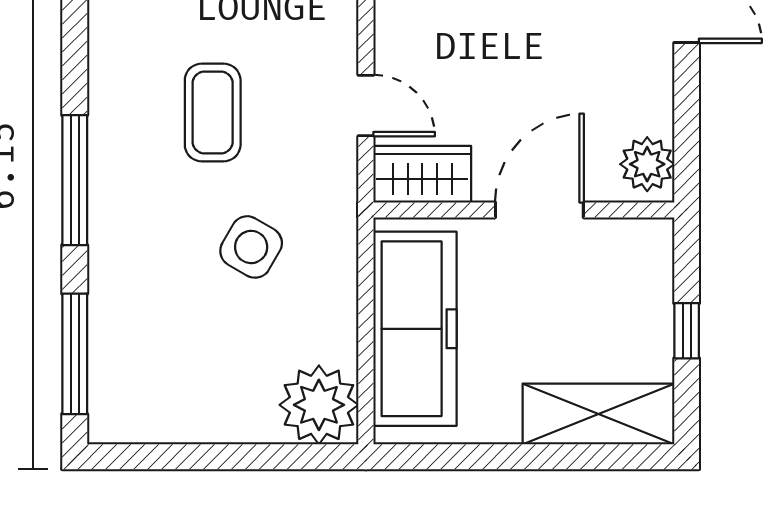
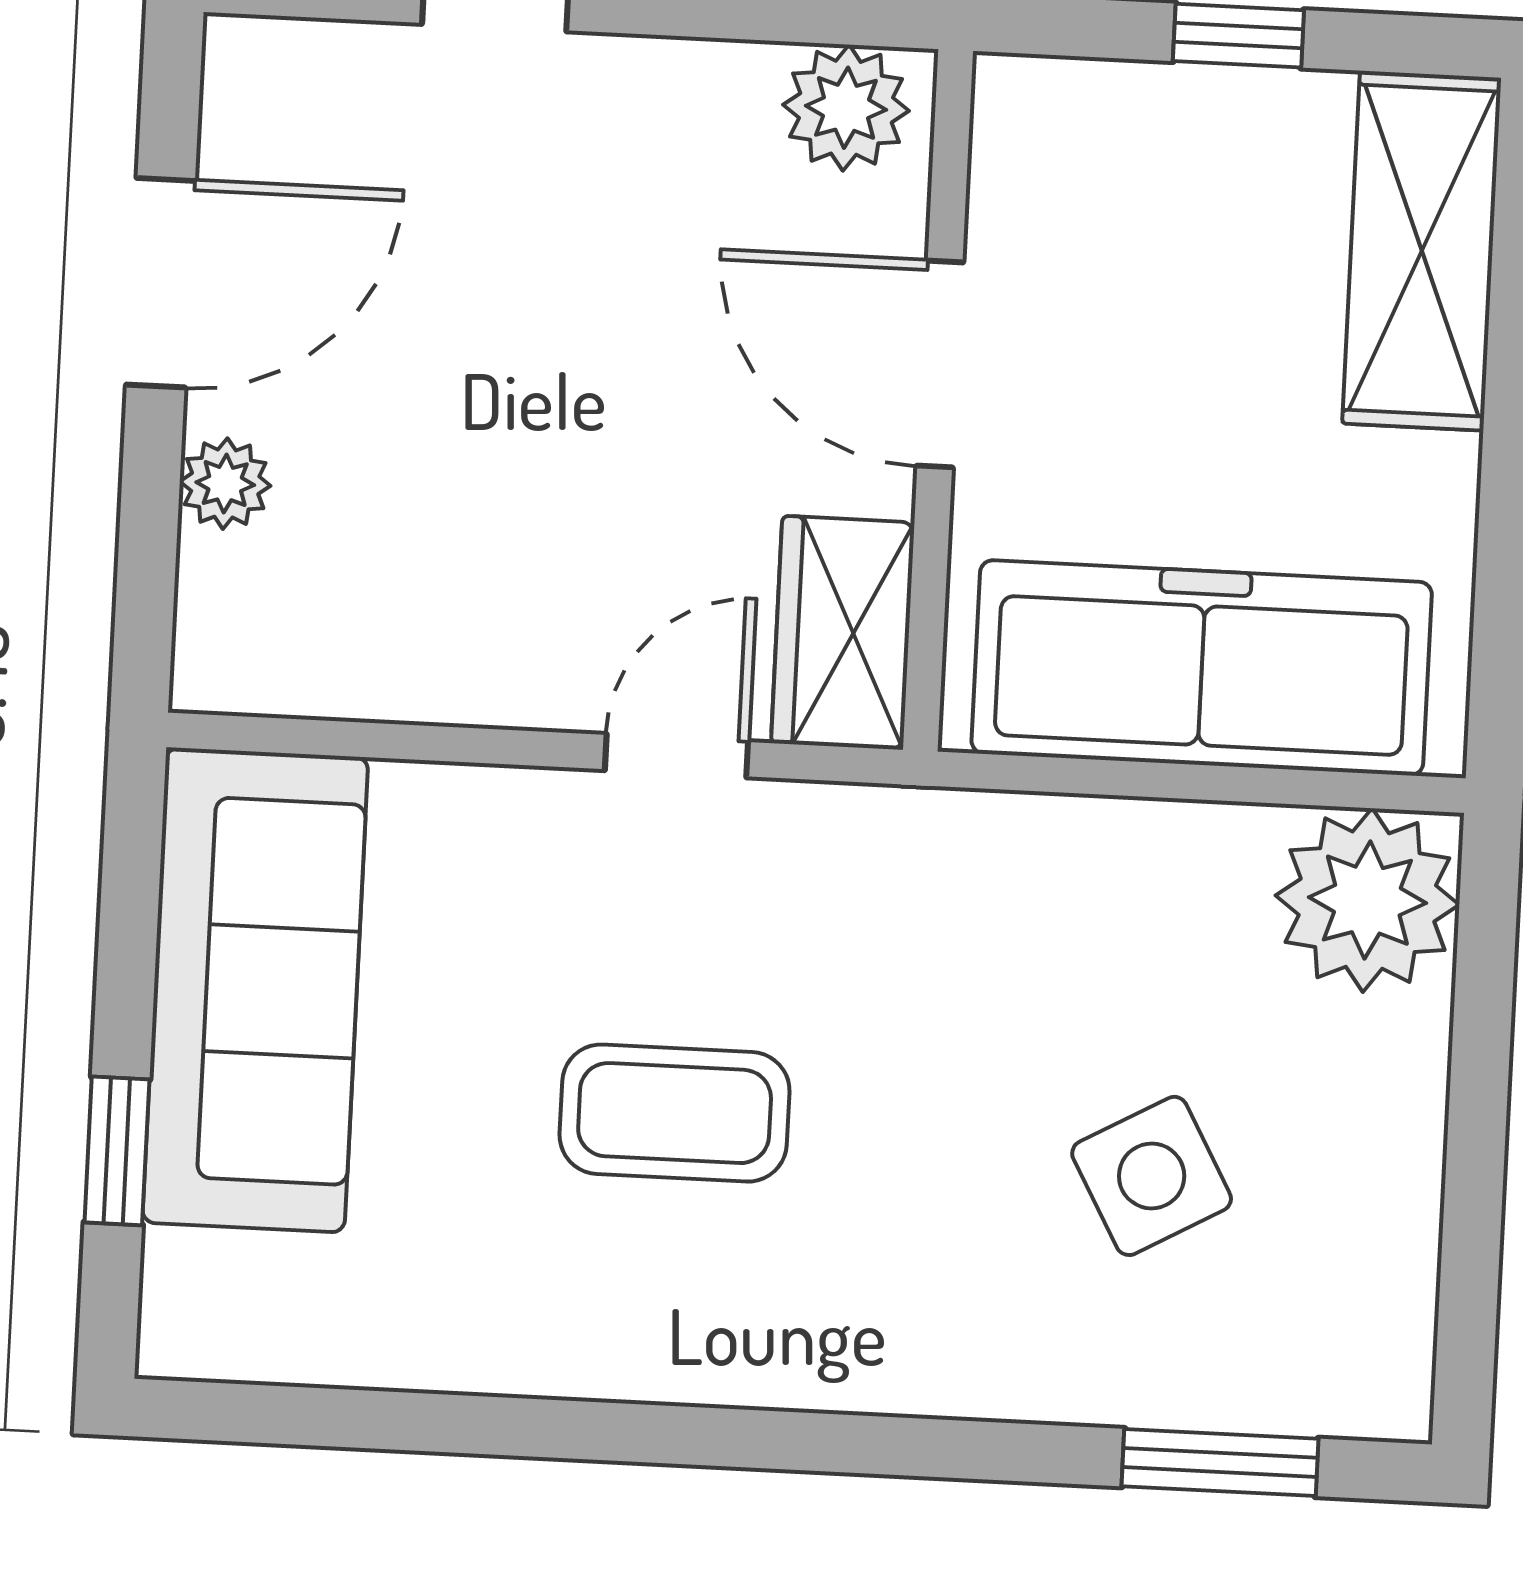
window: (75, 180) -> (816, 1442), removed
side table: (251, 247) -> (1152, 1176), moved, turned 31
window: (75, 354) -> (1220, 1463), width x0.69

